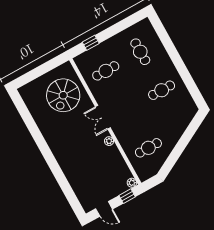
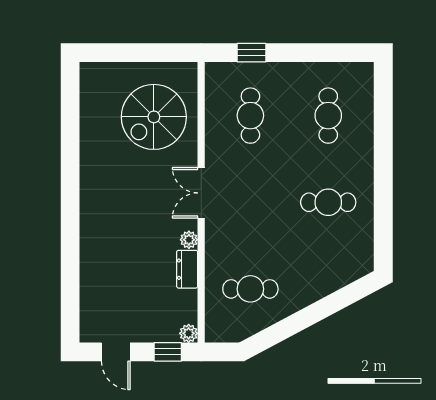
cafe table: (106, 71) -> (250, 116), turned 90
dresser: (115, 155) -> (187, 269), added

